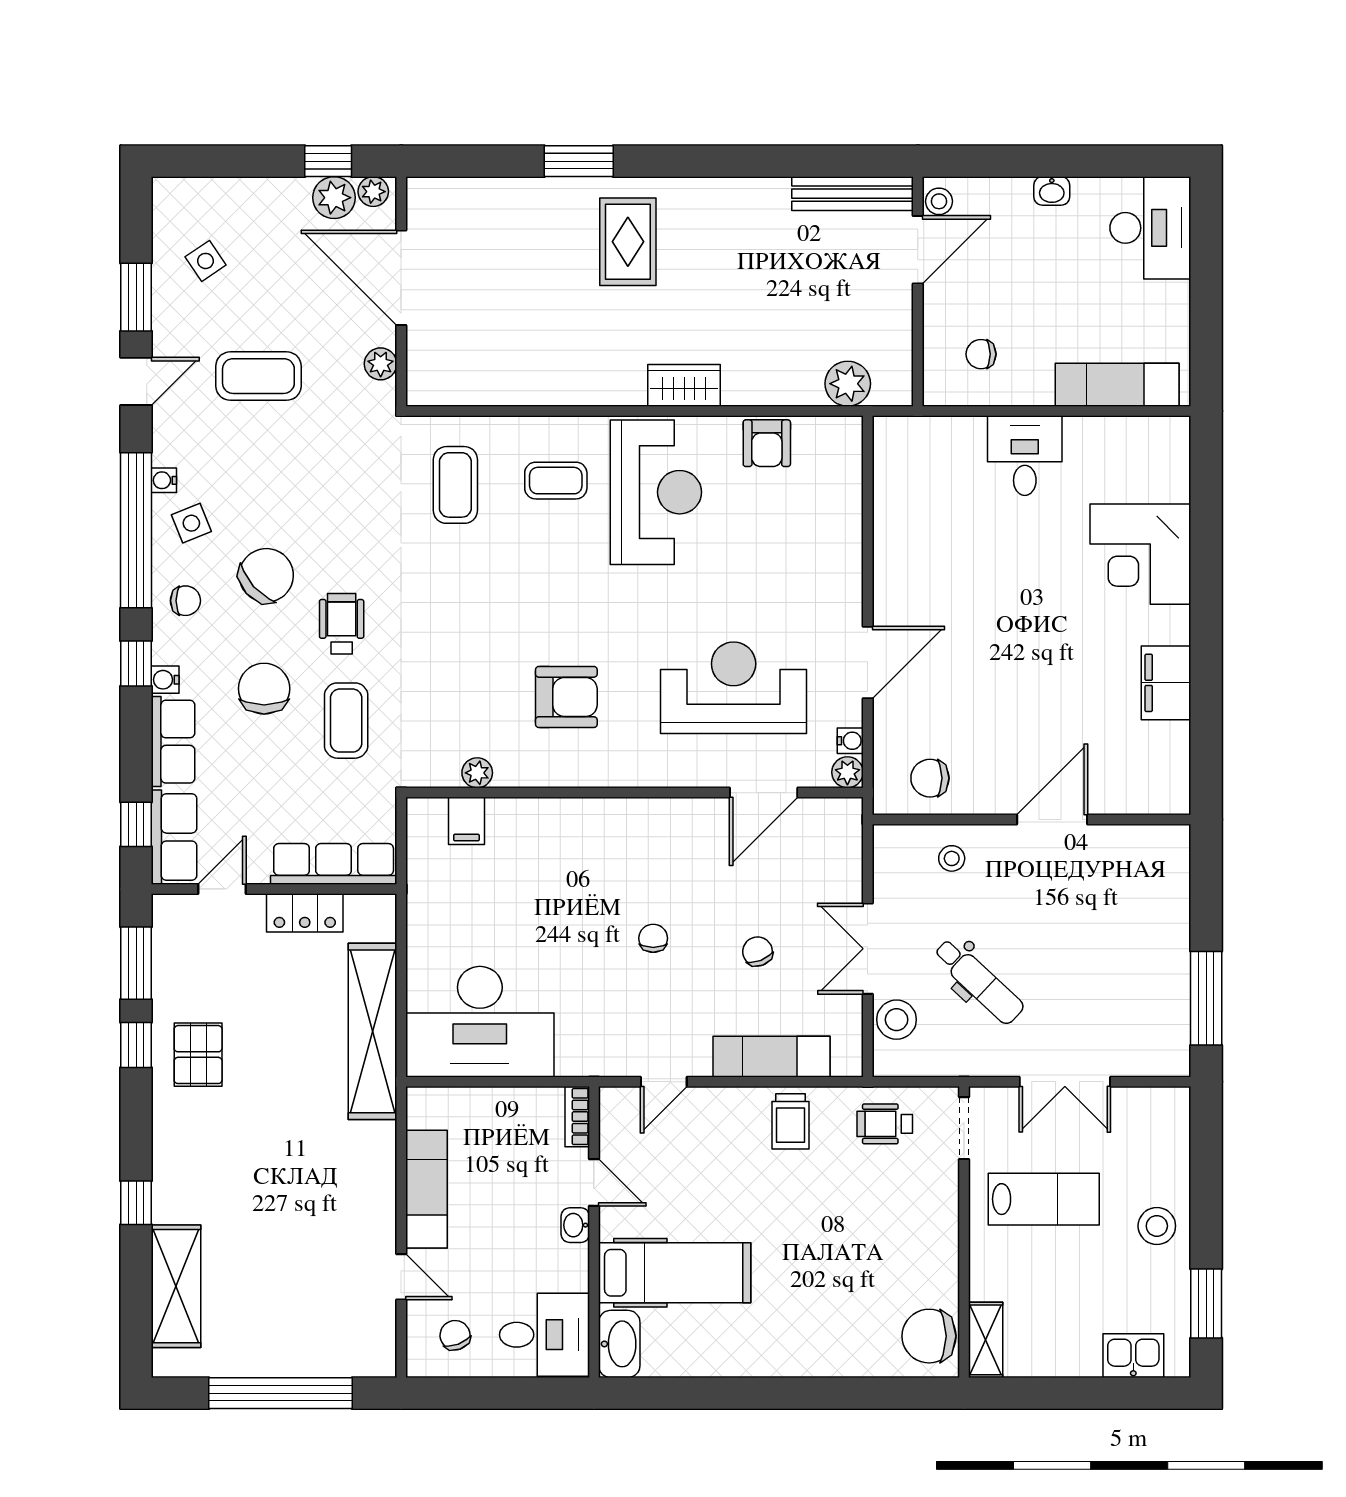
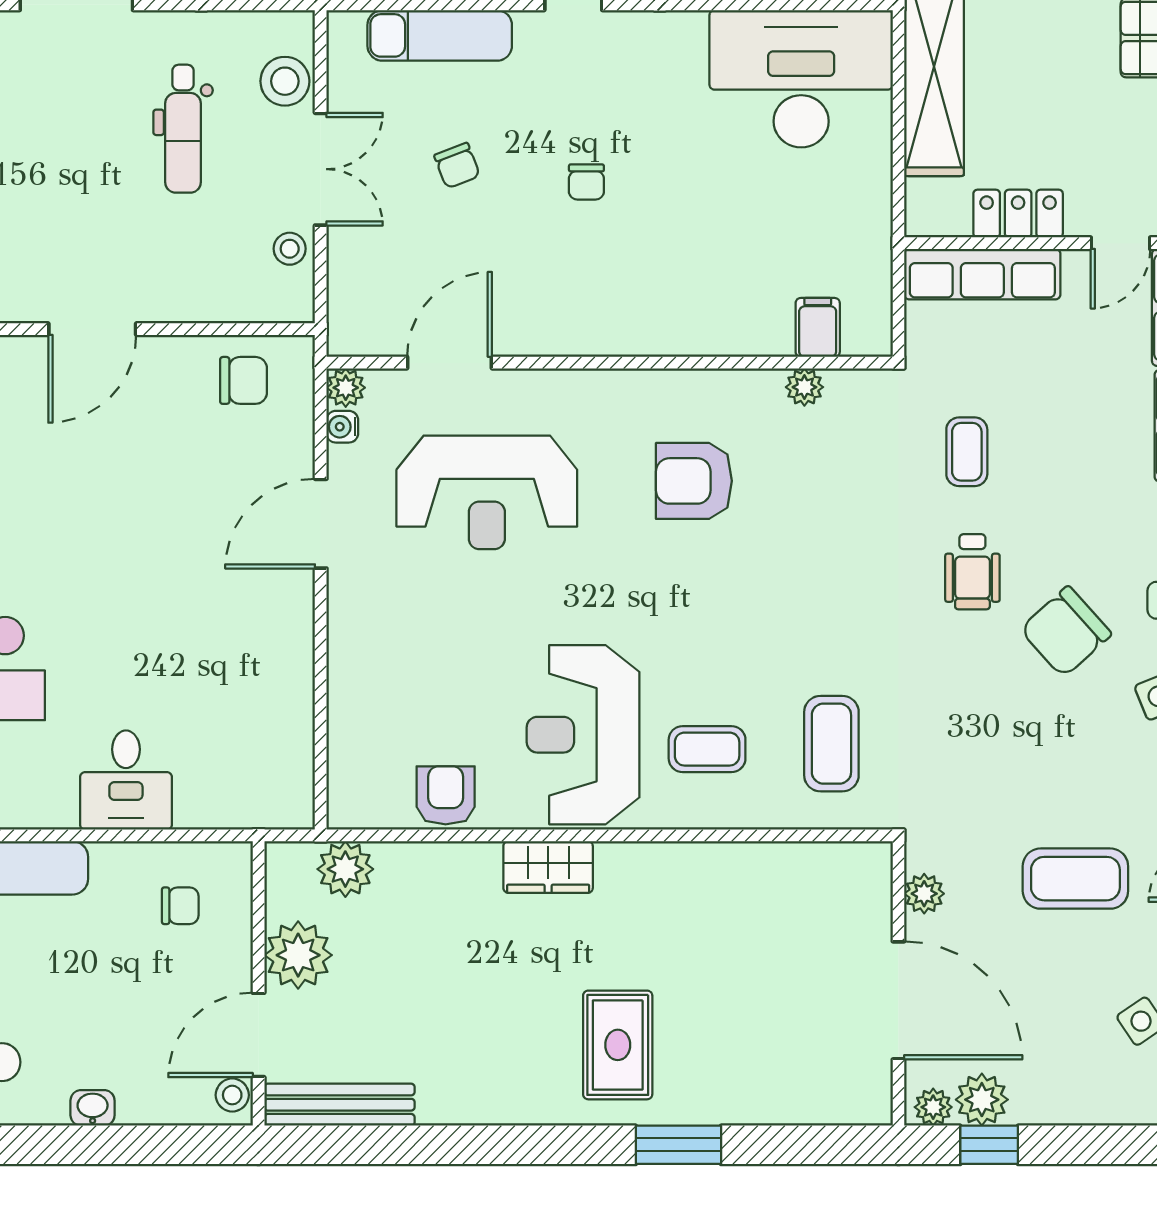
plant: (886, 314) -> (298, 955), added
chair: (264, 689) -> (1068, 491), removed
coffee table: (346, 721) -> (967, 452), width x0.73, depth x0.77
stool: (952, 858) -> (290, 249), moved
dental chair: (979, 981) -> (183, 129), turned -133

